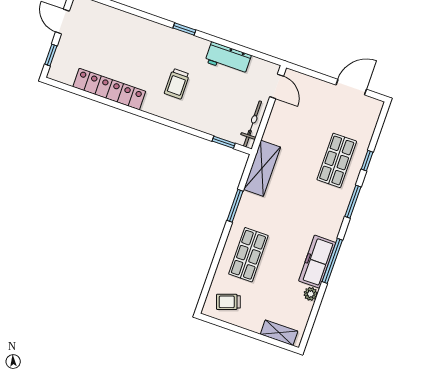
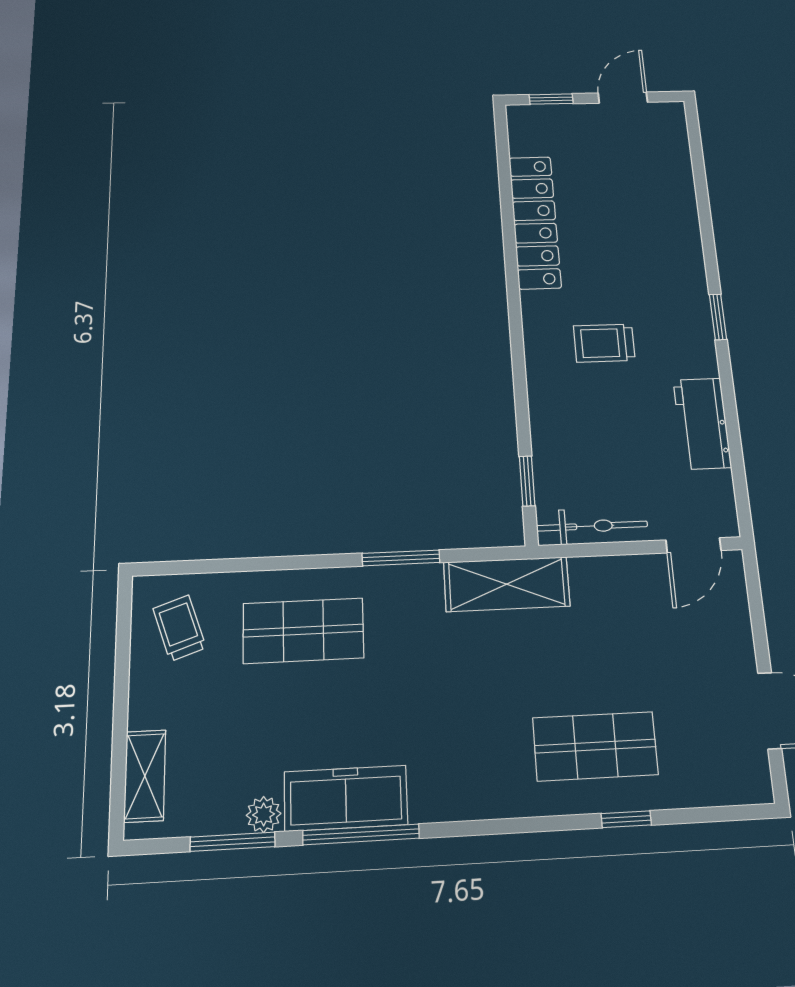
window: (353, 202) -> (233, 842), moved

